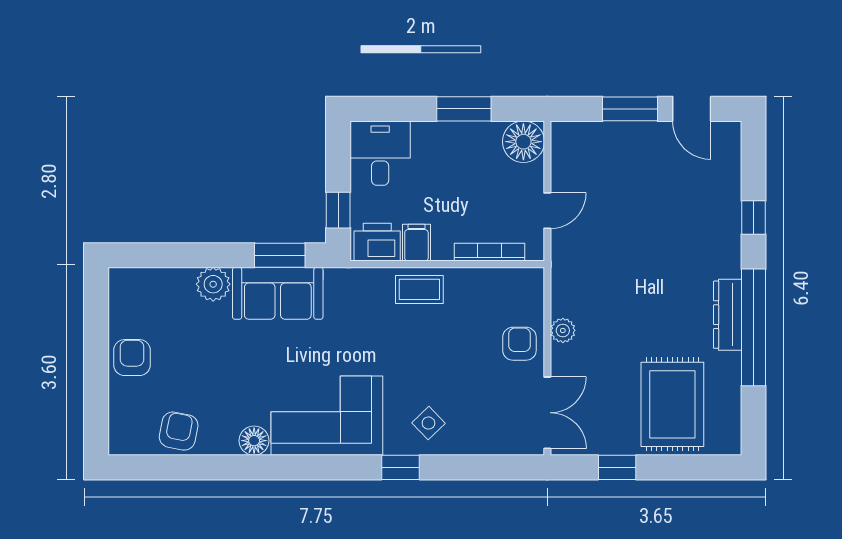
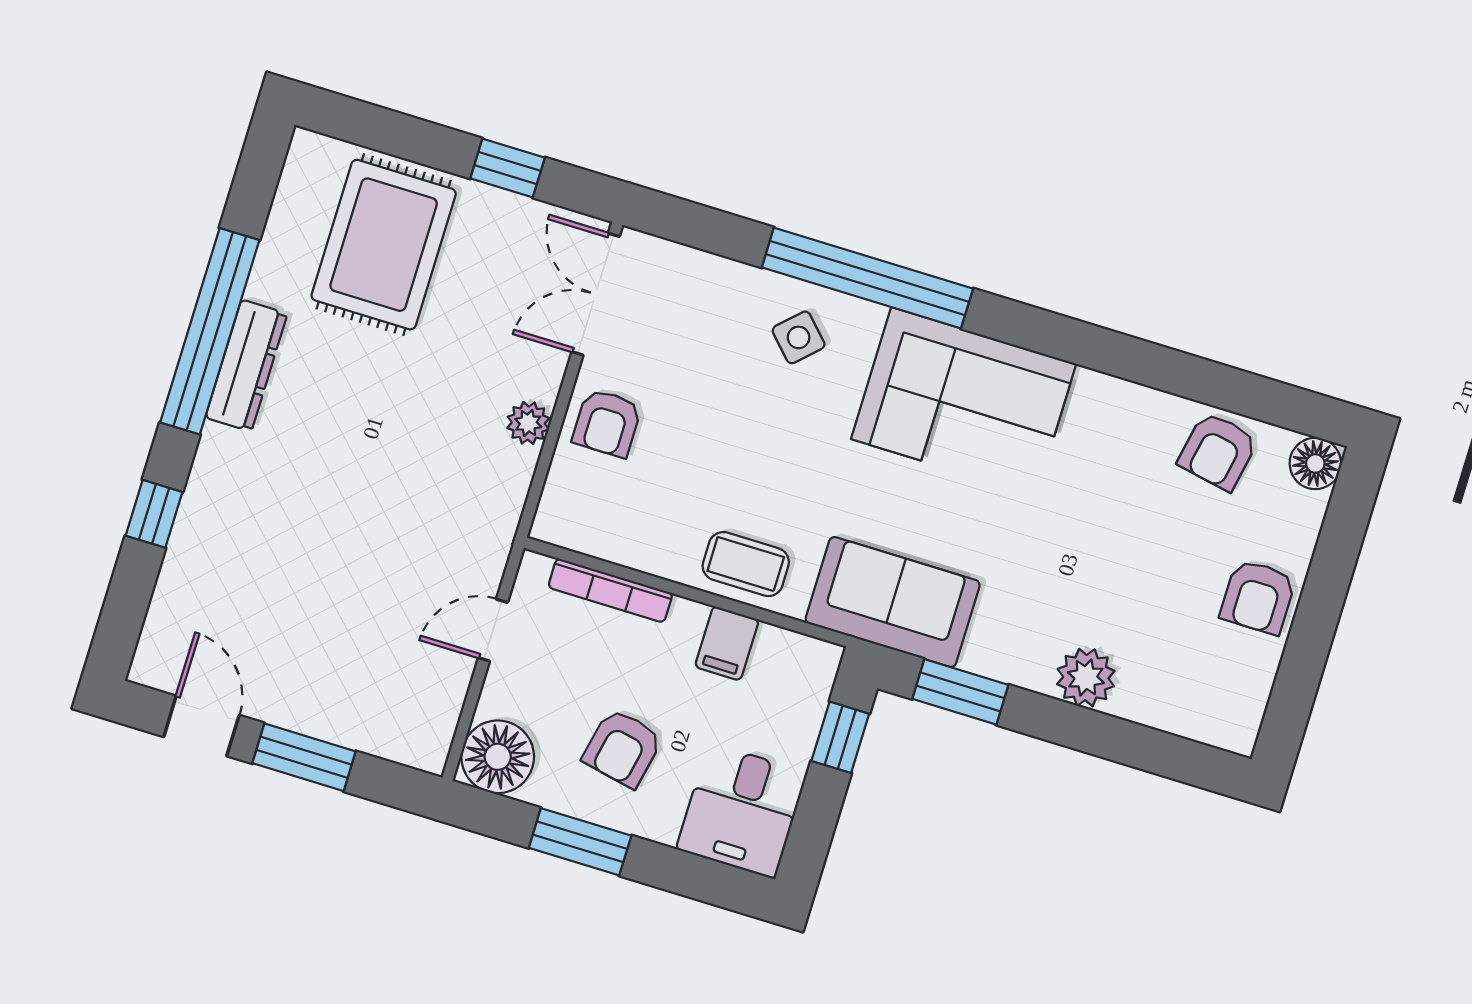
armchair: (456, 167) -> (623, 748), added
printer: (377, 242) -> (792, 664), removed
sofa: (278, 293) -> (893, 602), moved
floor lamp: (254, 441) -> (1315, 463), moved
window: (401, 467) -> (867, 278), width x3.17

